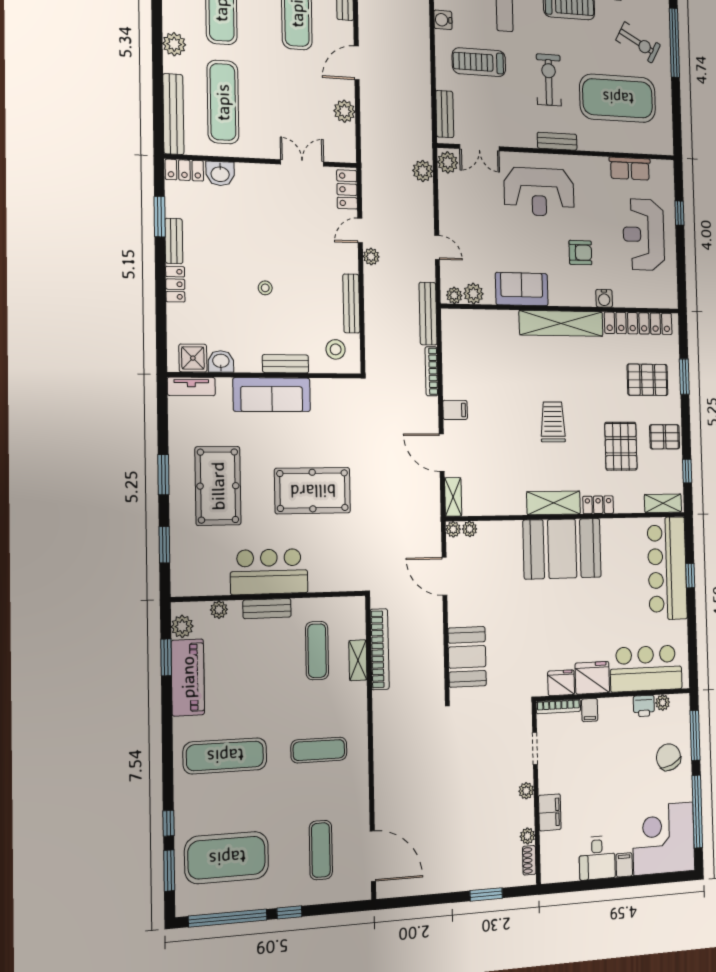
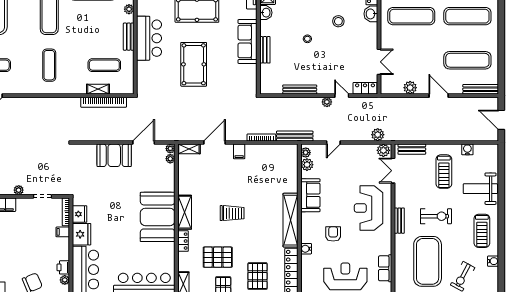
treadmill: (479, 62) -> (444, 172), turned 180
armchair: (580, 253) -> (333, 234), turned 180
stool: (336, 349) -> (338, 21), moved
booth: (467, 657) -> (114, 155), moved

